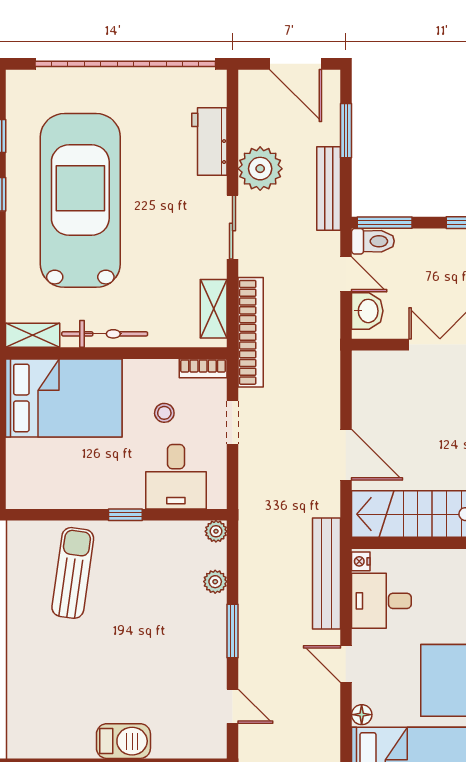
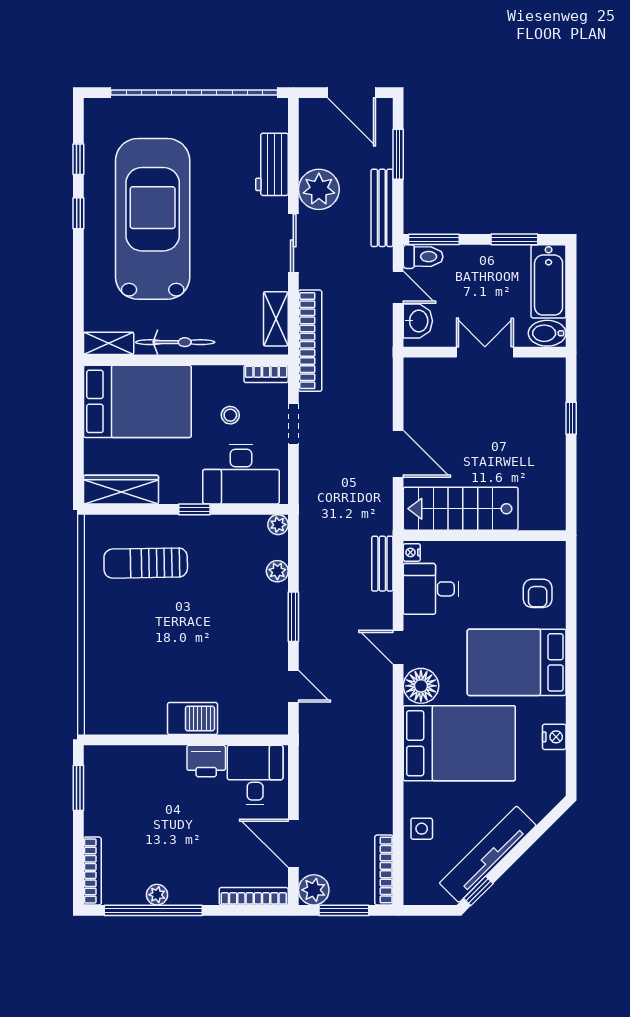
desk: (176, 477) -> (241, 474), width x1.37
wardrobe: (46, 493) -> (121, 490), added
sun lounger: (73, 573) -> (146, 563), turned -99
bench: (326, 574) -> (382, 564), width x0.54, depth x0.82
floor lamp: (362, 715) -> (421, 686), width x1.89, depth x1.89

